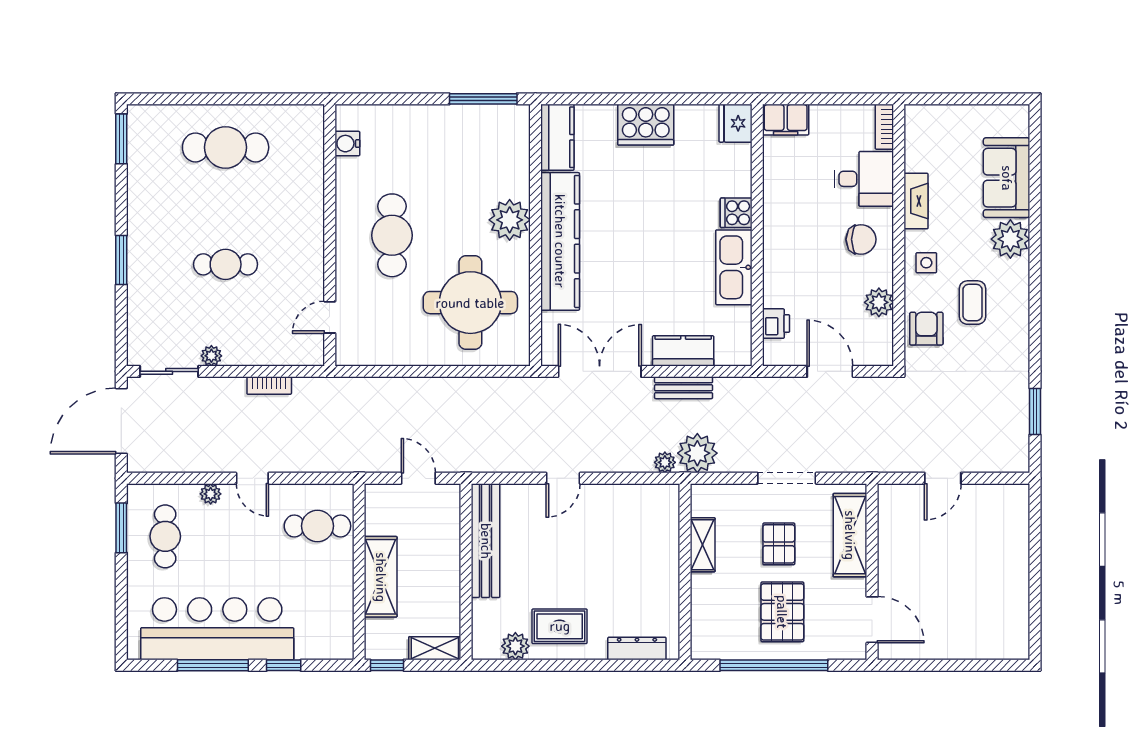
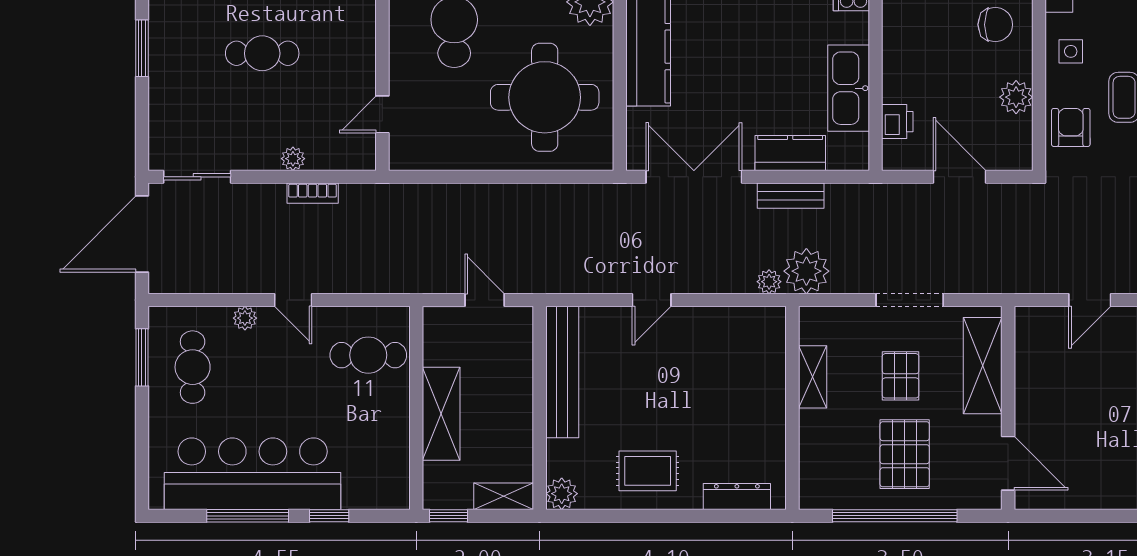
kitchen sink: (734, 267) -> (849, 88), moved
plant: (211, 356) -> (293, 159), moved
plant: (515, 646) -> (562, 494), moved

